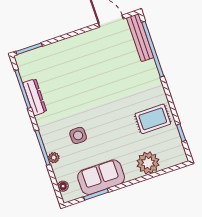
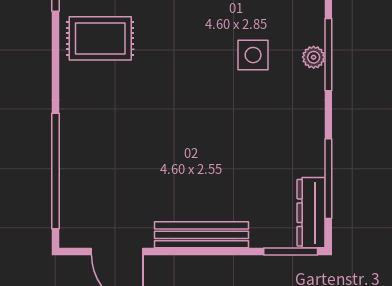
bench: (140, 38) -> (202, 235), moved, turned 90
dresser: (35, 97) -> (311, 213), moved
plant: (54, 158) -> (314, 57), moved

